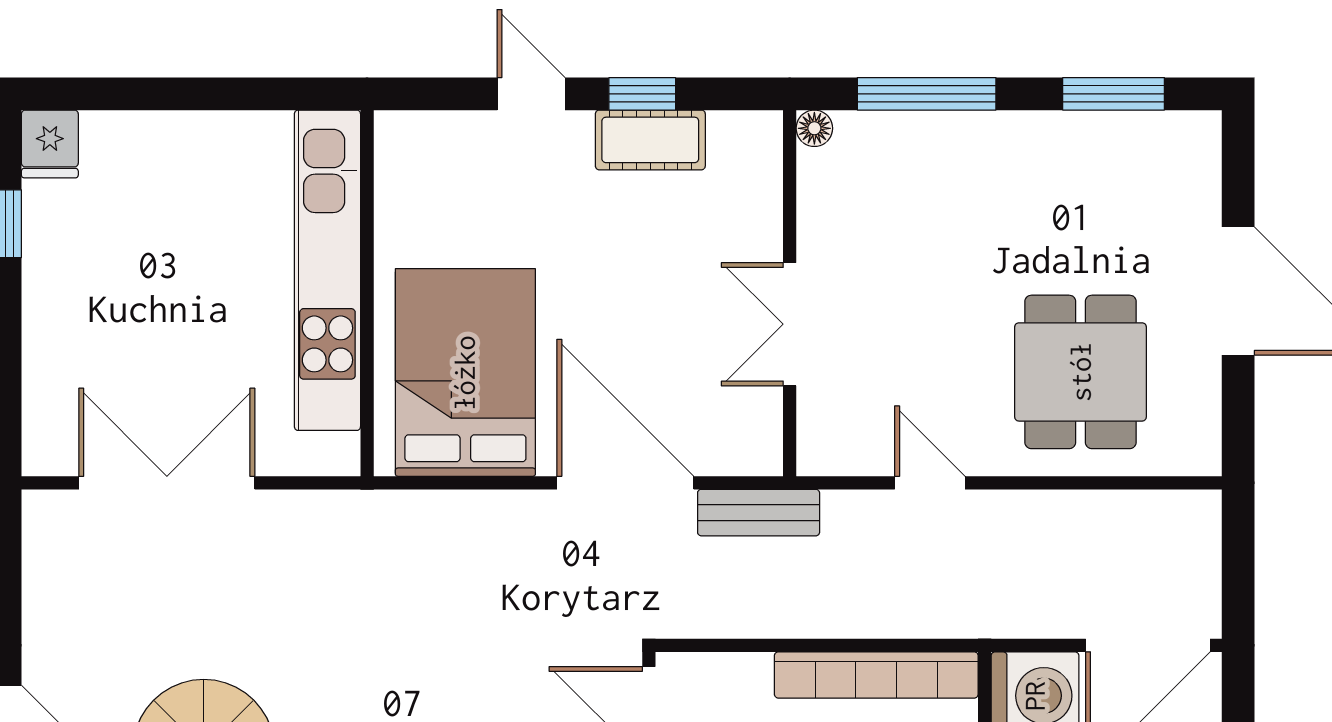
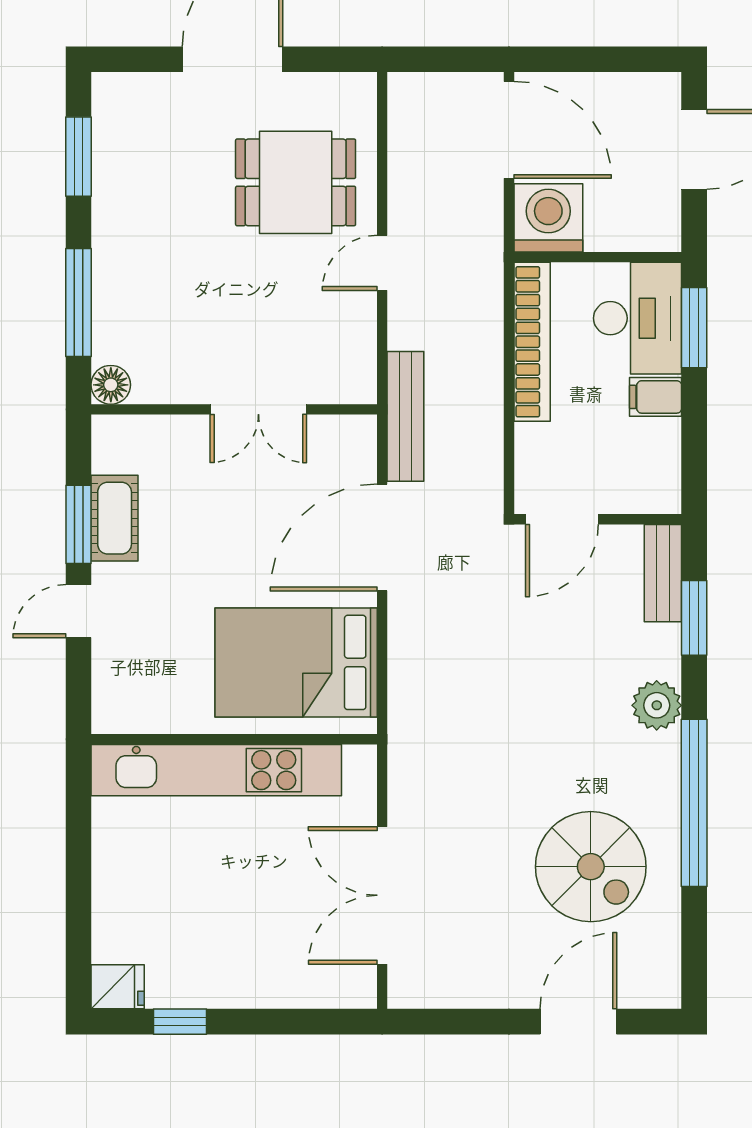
window: (642, 94) -> (79, 524), width x1.50
floor lamp: (814, 128) -> (111, 385), width x1.37, depth x1.37
door: (930, 483) -> (382, 263), moved
bench: (759, 513) -> (405, 416), width x1.36

